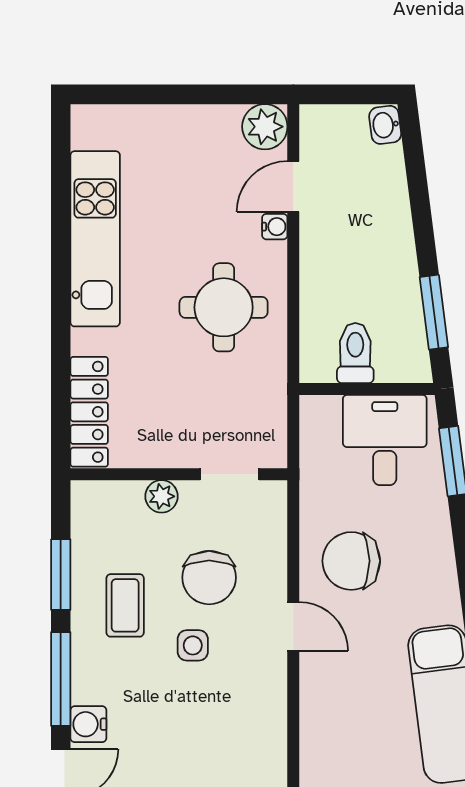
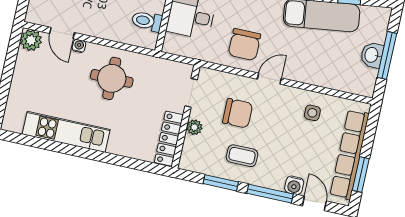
locker: (89, 412) -> (169, 139), moved, turned -90
side table: (193, 645) -> (312, 113), moved

